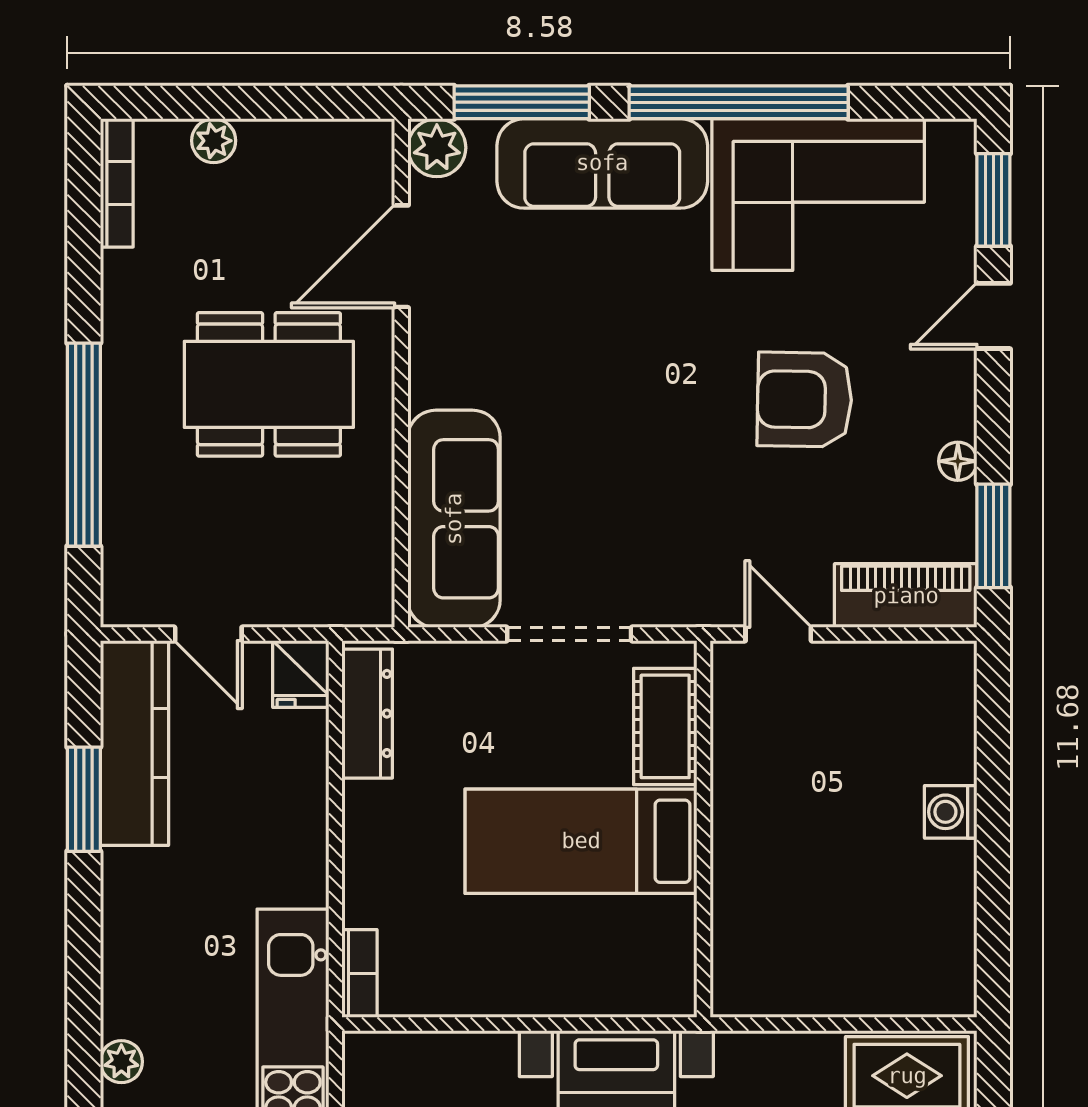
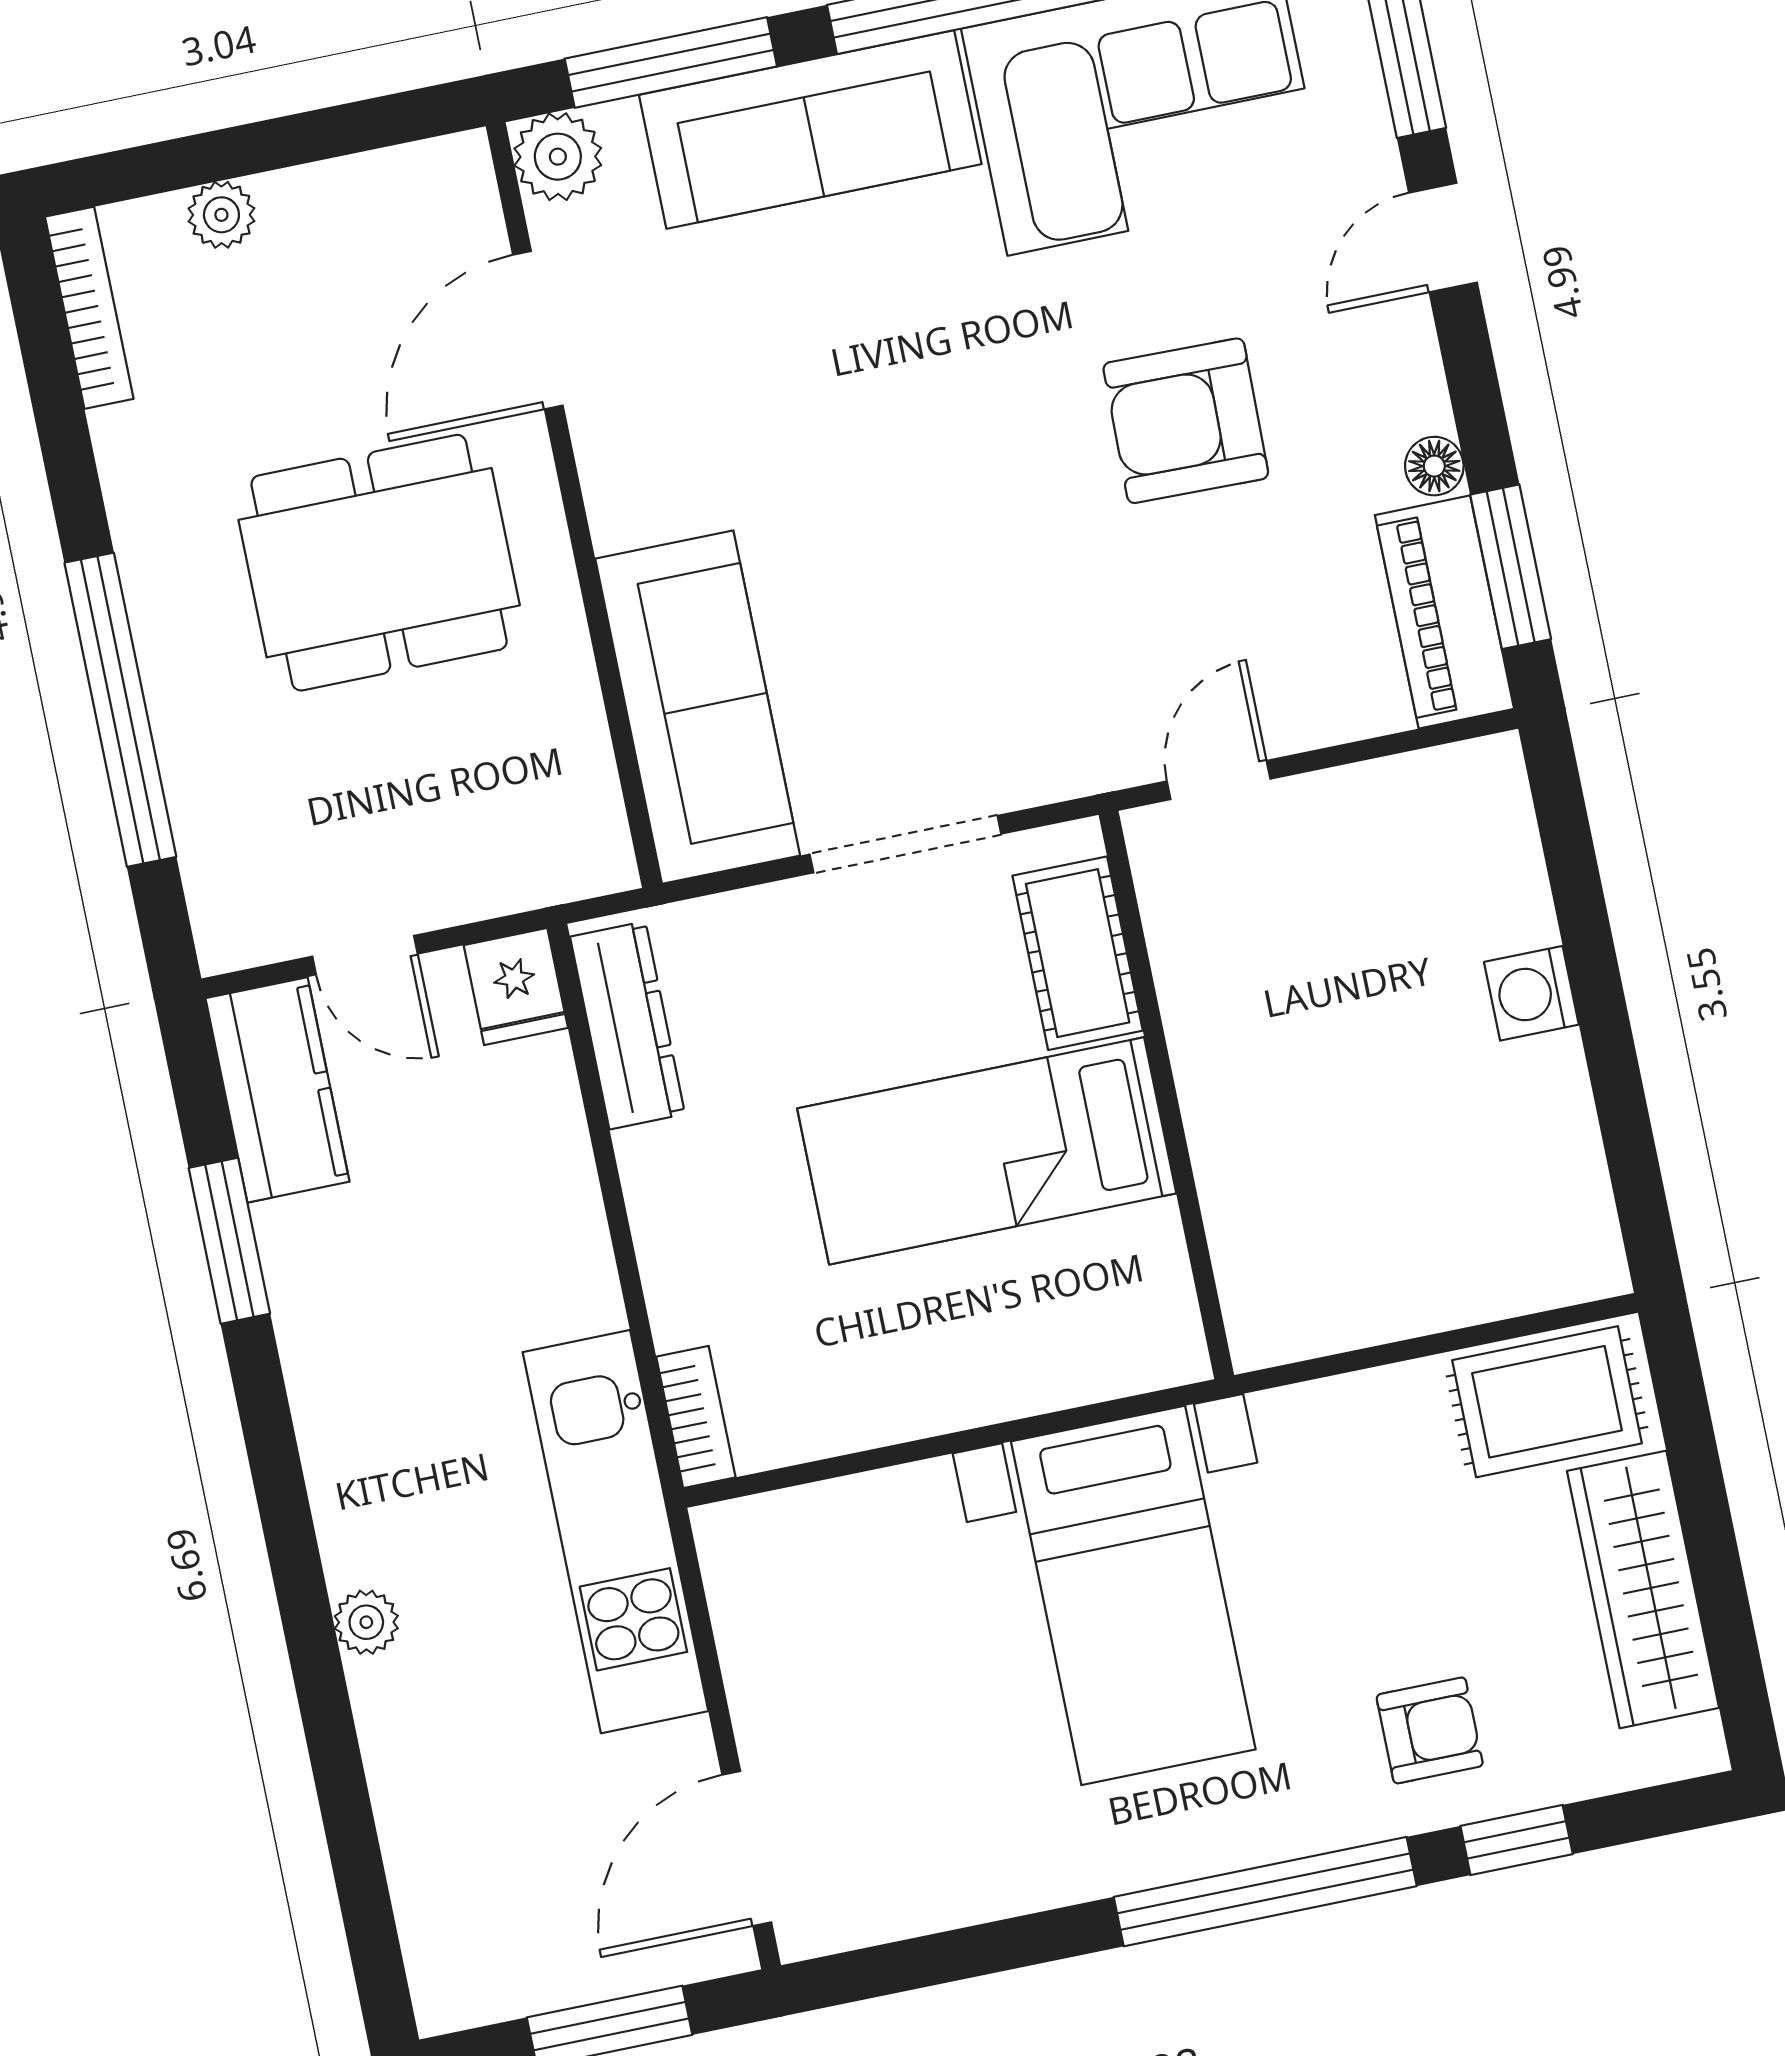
piano: (906, 596) -> (1444, 612), moved, turned -90
door: (778, 634) -> (1219, 780), hinge flipped
kitchen counter: (134, 743) -> (277, 1090), width x0.67

